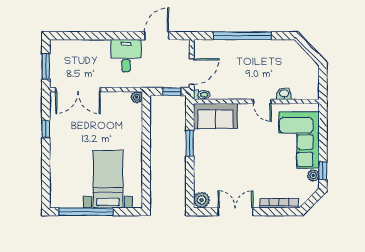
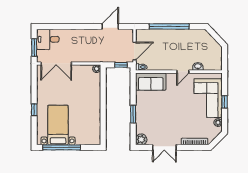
desk: (126, 56) -> (48, 39), moved, turned -90
door: (262, 101) -> (183, 72), hinge flipped
window: (46, 129) -> (34, 110), moved
window: (190, 143) -> (133, 114), moved
window: (323, 171) -> (225, 102), moved
bed with nightstands: (108, 179) -> (58, 125), moved
double door: (235, 212) -> (164, 147), swing flipped

